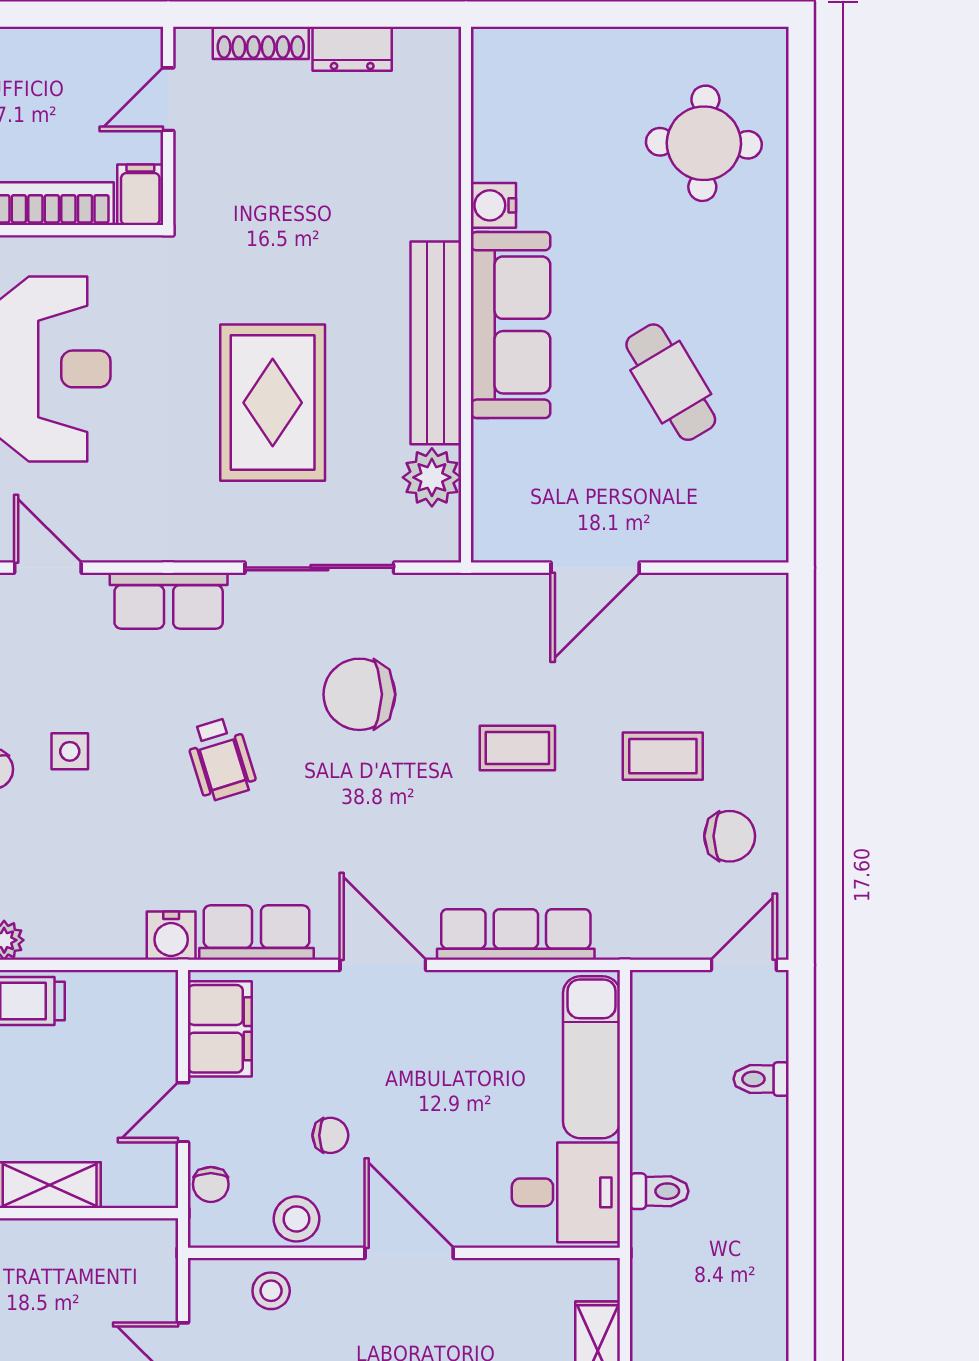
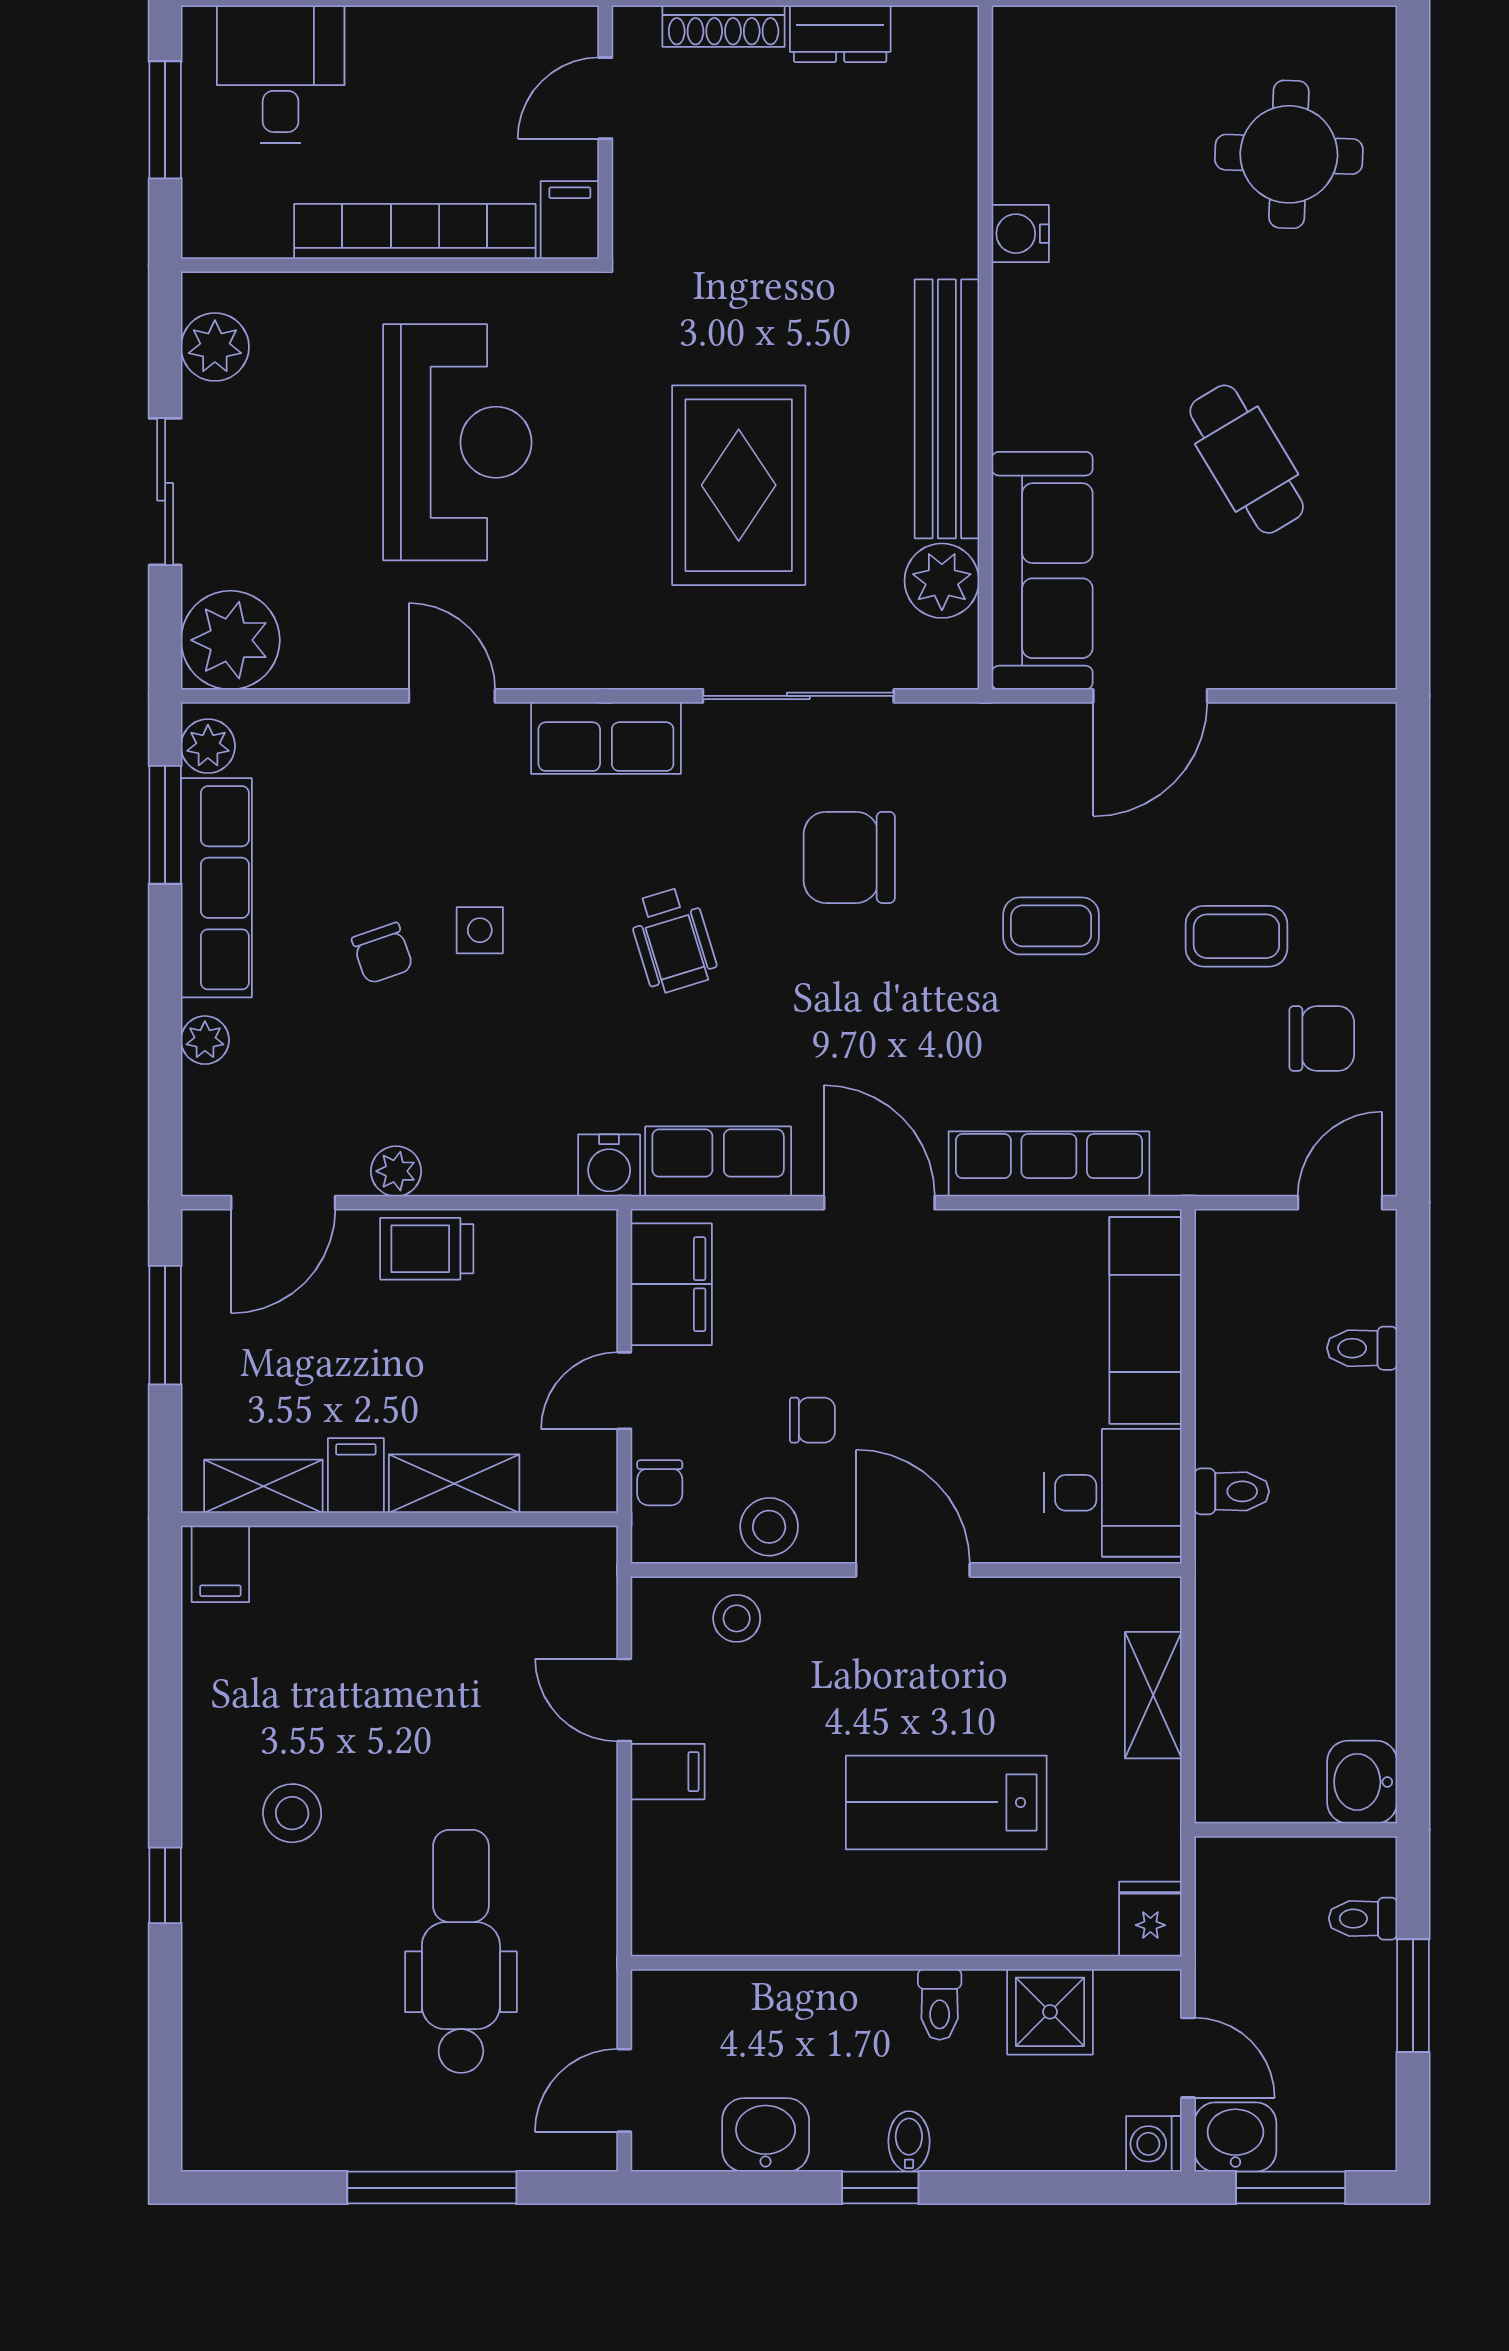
sofa: (511, 325) -> (1042, 571), moved

